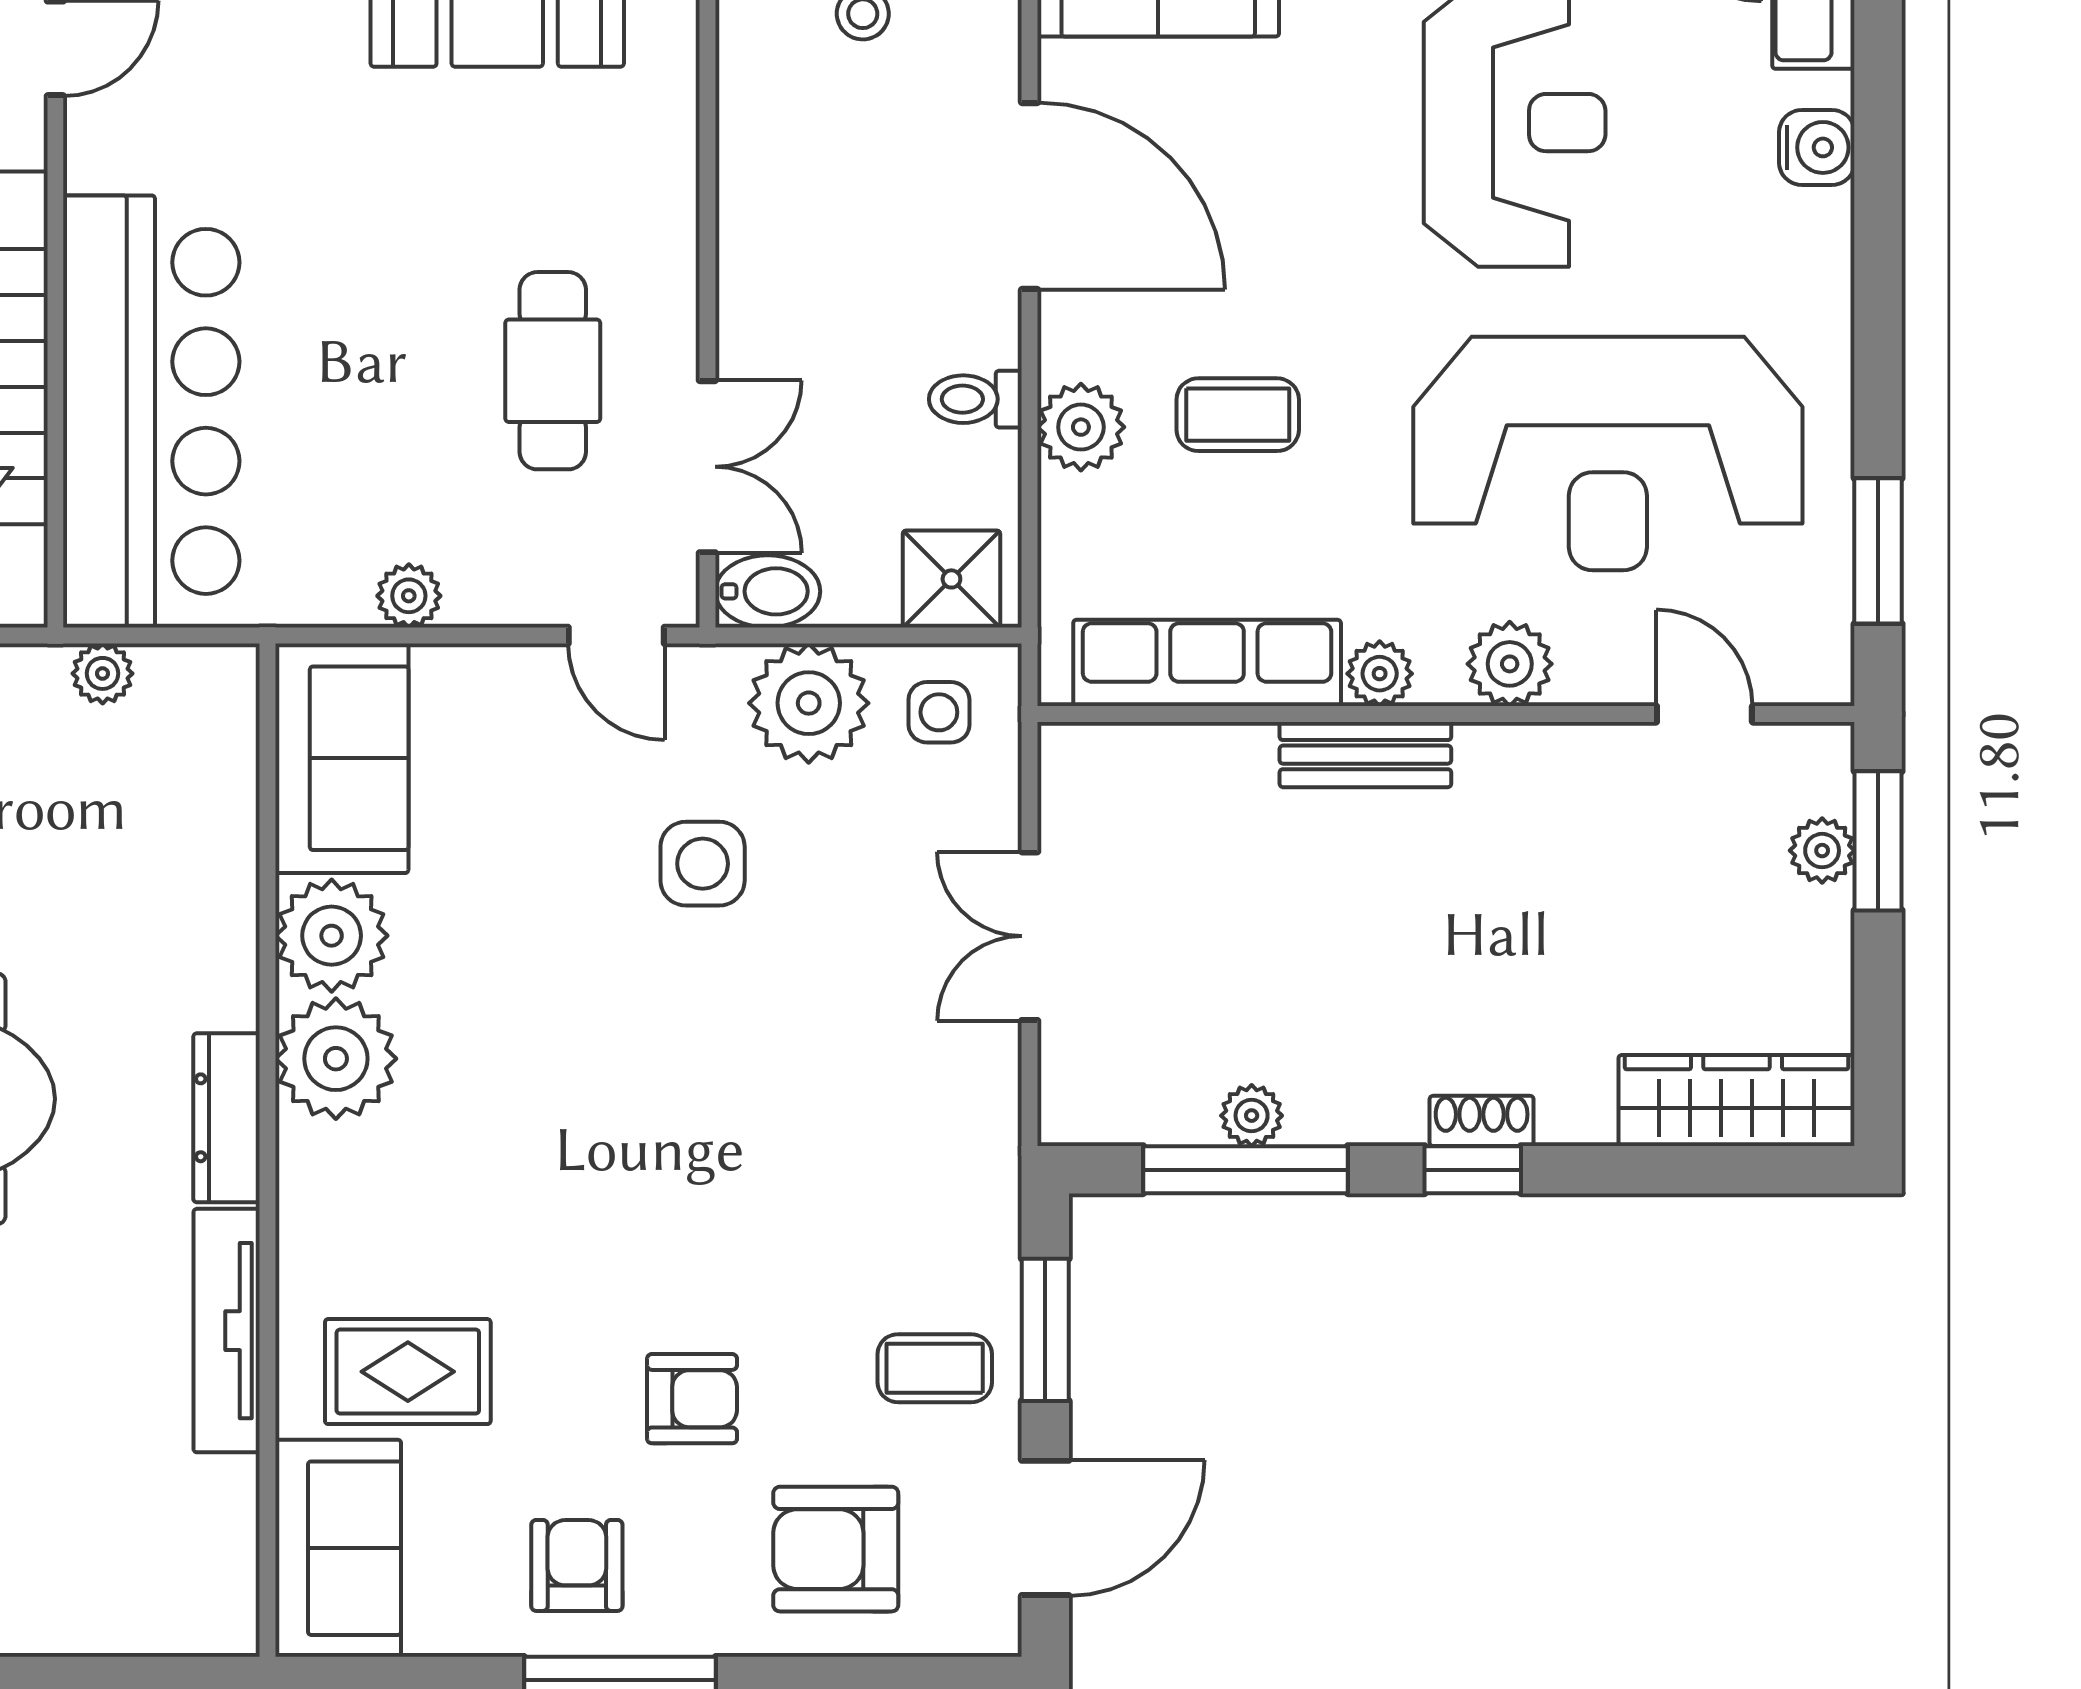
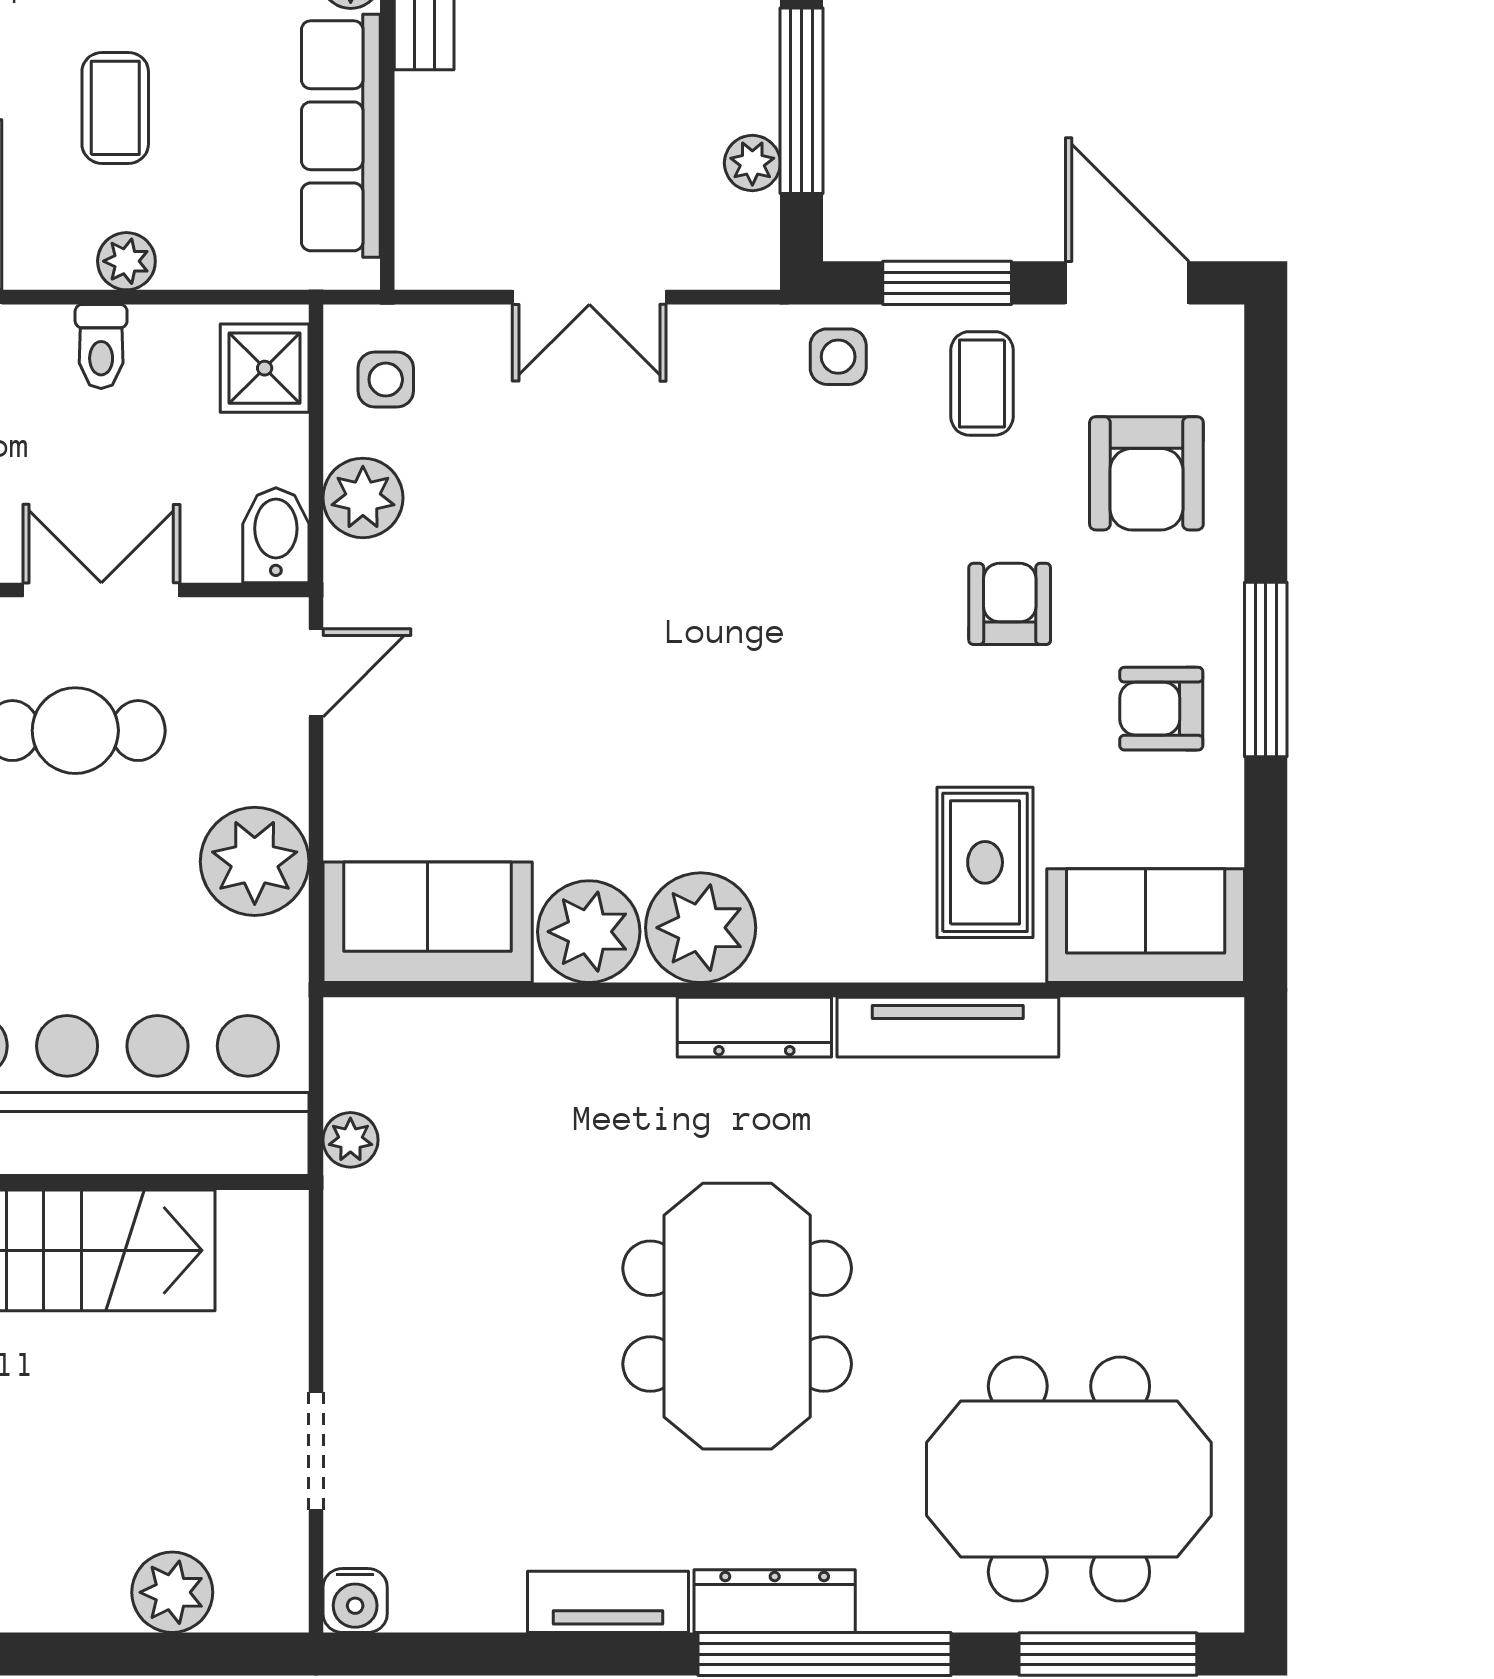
plant: (1081, 427) -> (126, 261), width x0.73, depth x0.73
double door: (707, 467) -> (101, 590), moved
plant: (409, 596) -> (255, 861), width x1.87, depth x1.87
plant: (809, 703) -> (363, 498), width x0.73, depth x0.73
side table: (703, 864) -> (838, 357), moved, width x0.73, depth x0.73
plant: (1252, 1116) -> (752, 163), moved

